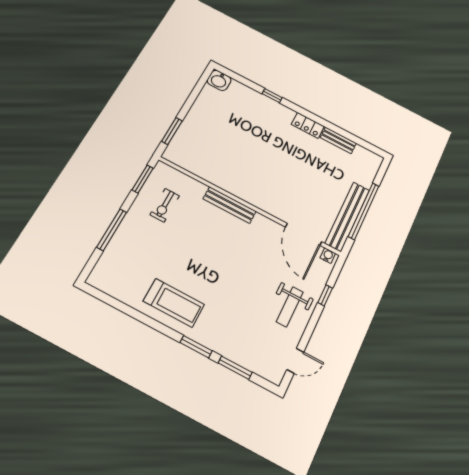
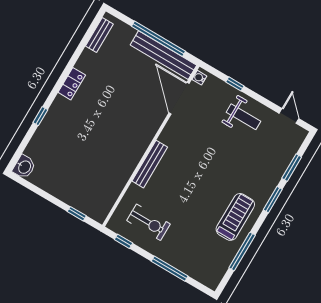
window: (172, 131) -> (77, 214), width x0.67
bench: (338, 140) -> (99, 35), moved
window: (143, 179) -> (123, 241), width x0.67
exercise bike: (165, 205) -> (148, 222), width x1.38, depth x1.39
door: (304, 234) -> (179, 98), swing flipped
window: (133, 313) -> (242, 251), added

